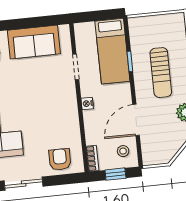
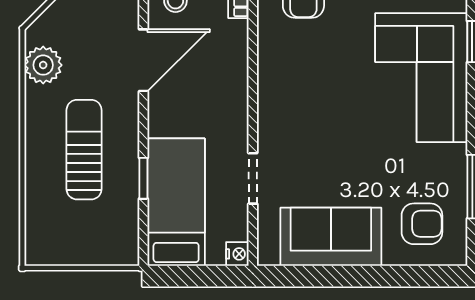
nightstand: (87, 104) -> (237, 254), moved

